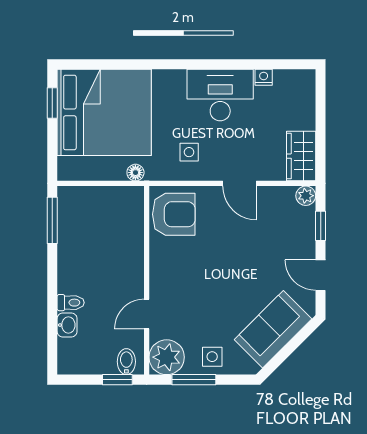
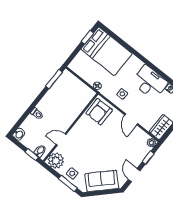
bed: (104, 112) -> (107, 51), width x0.73
armchair: (174, 214) -> (99, 112), turned 90
washbasin: (67, 325) -> (19, 134), moved
window: (194, 380) -> (68, 183), moved

